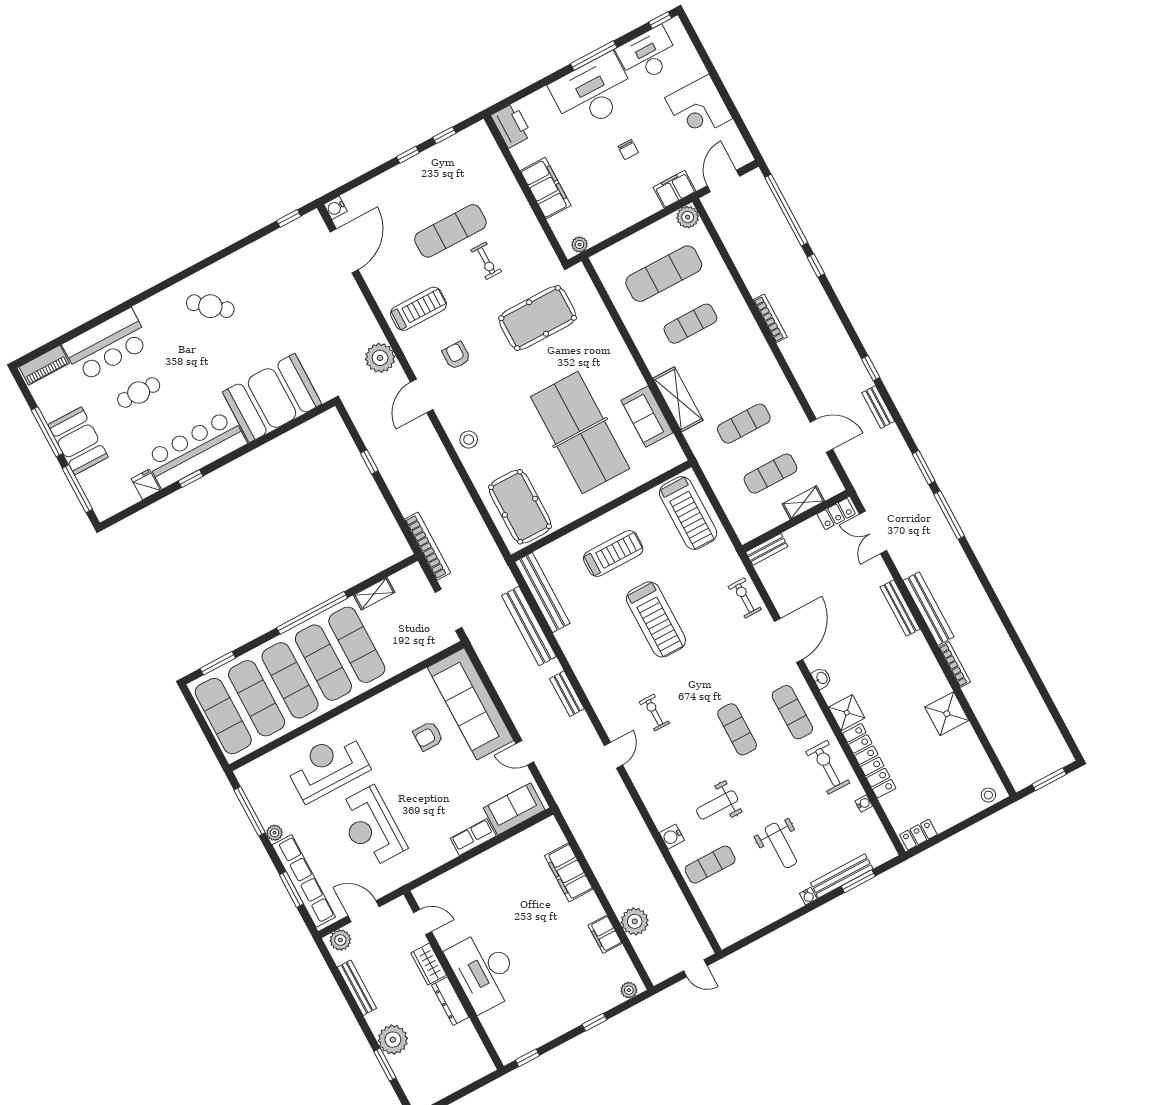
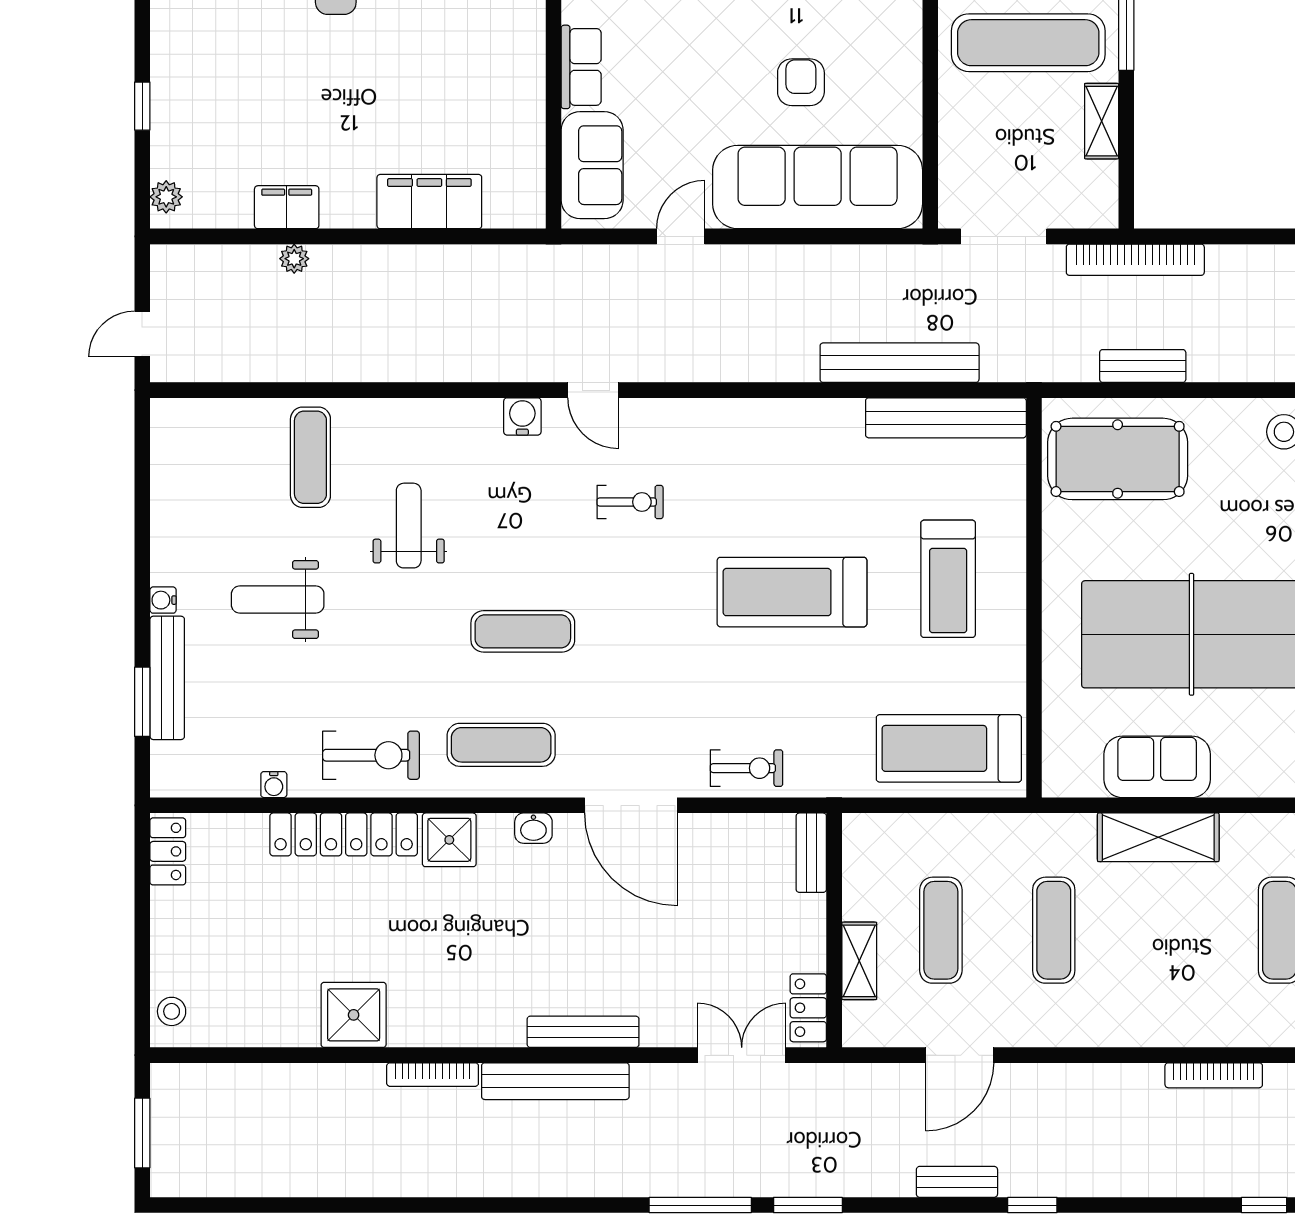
bench: (567, 694) -> (1143, 366), moved
water cooler: (672, 836) -> (522, 416), moved
plant: (635, 921) -> (294, 259), width x0.53, depth x0.53

